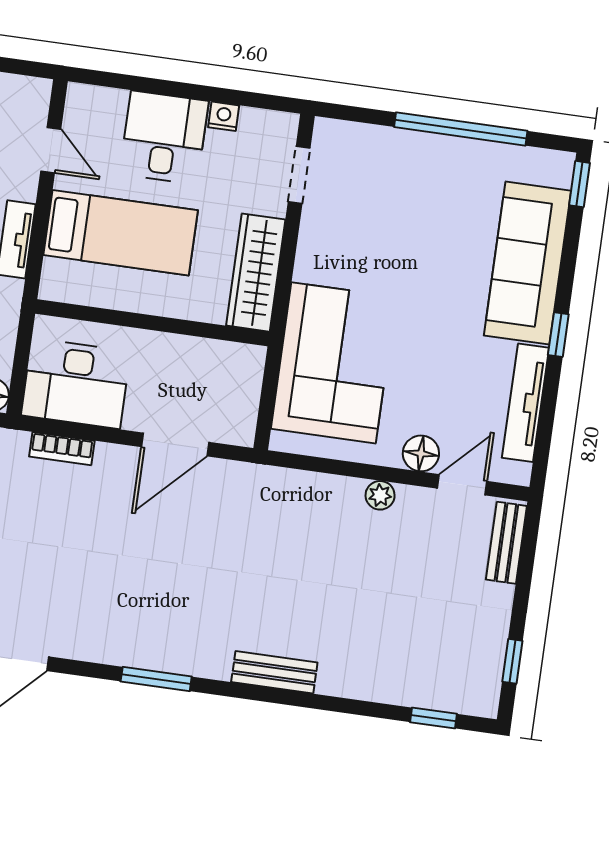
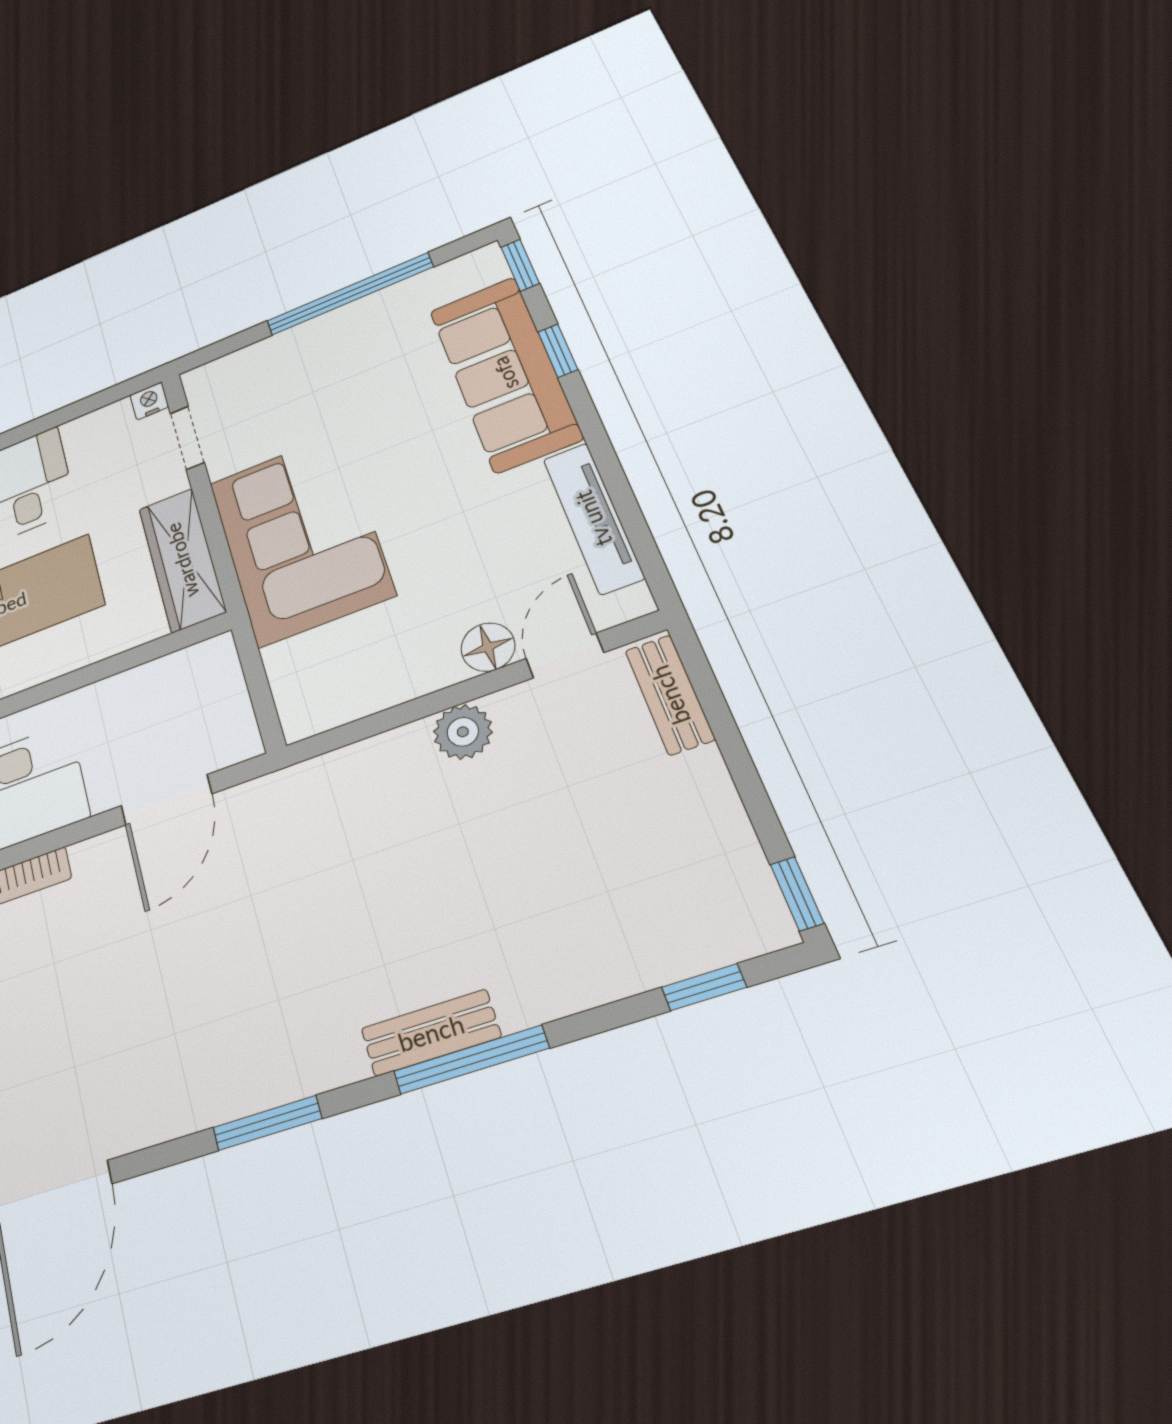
nightstand: (224, 116) -> (149, 401), moved
window: (558, 335) -> (558, 351), moved
corner sofa: (334, 363) -> (300, 538), moved
plant: (380, 495) -> (463, 732), width x1.38, depth x1.38
window: (512, 661) -> (797, 894), moved
window: (290, 698) -> (471, 1060), added

